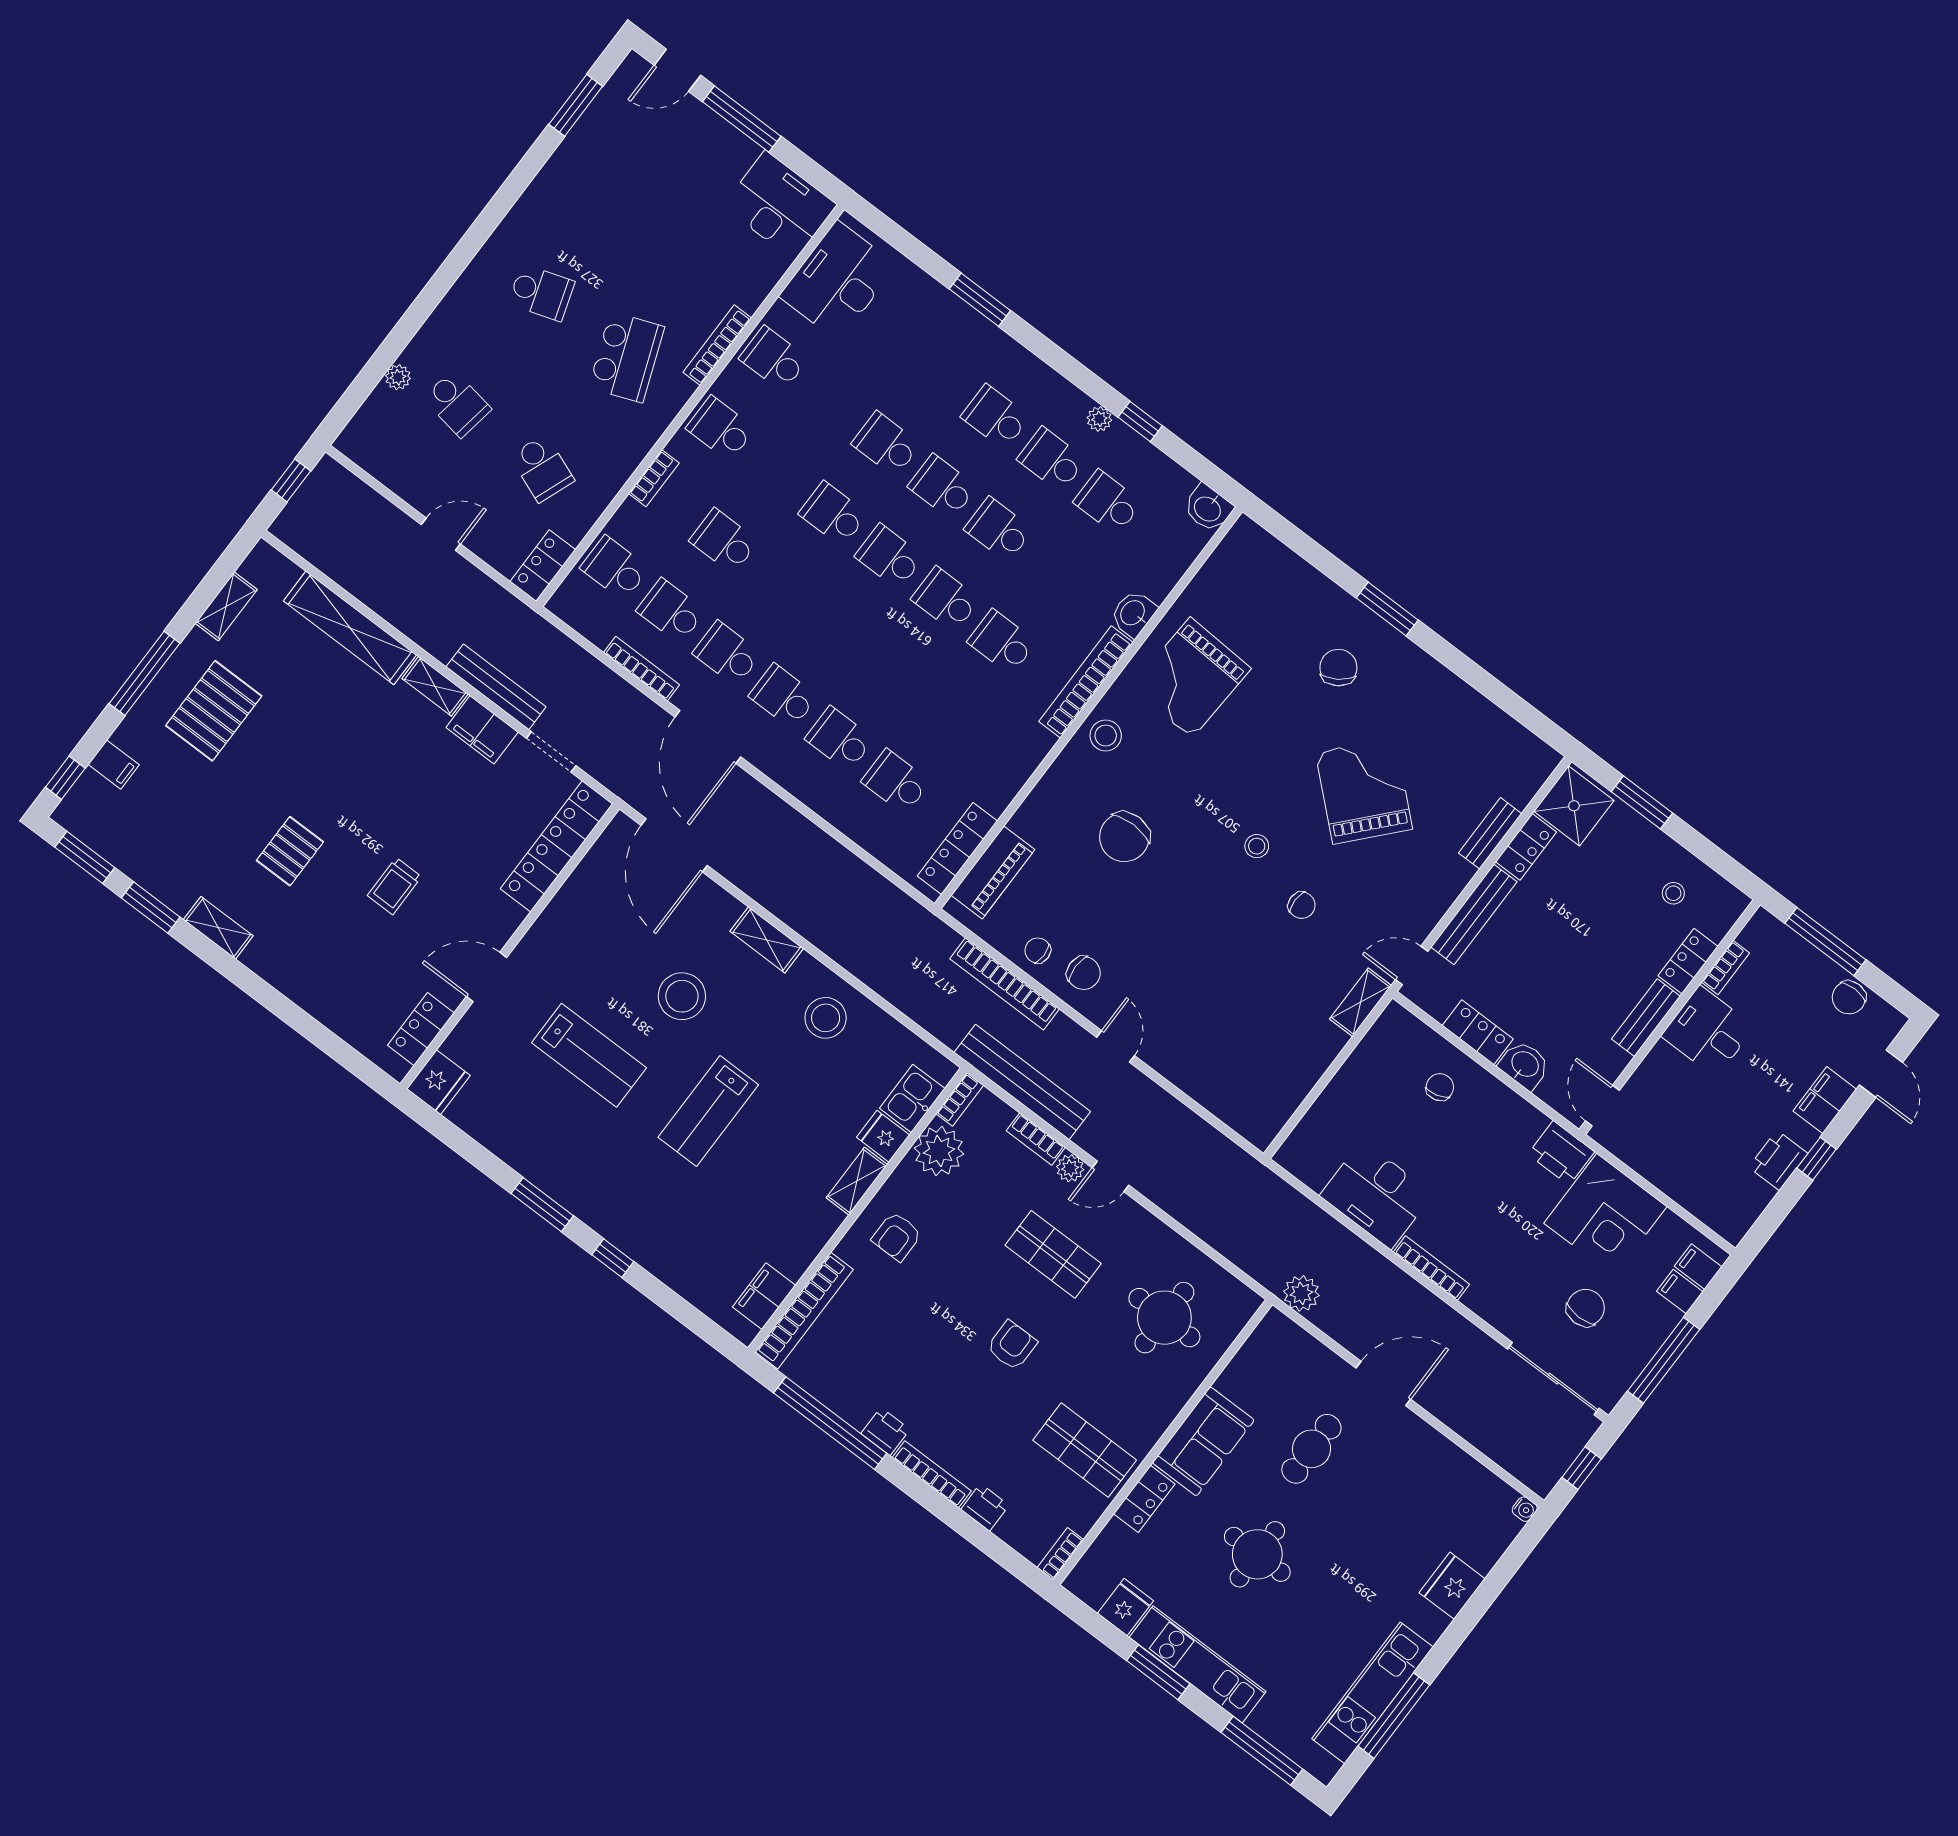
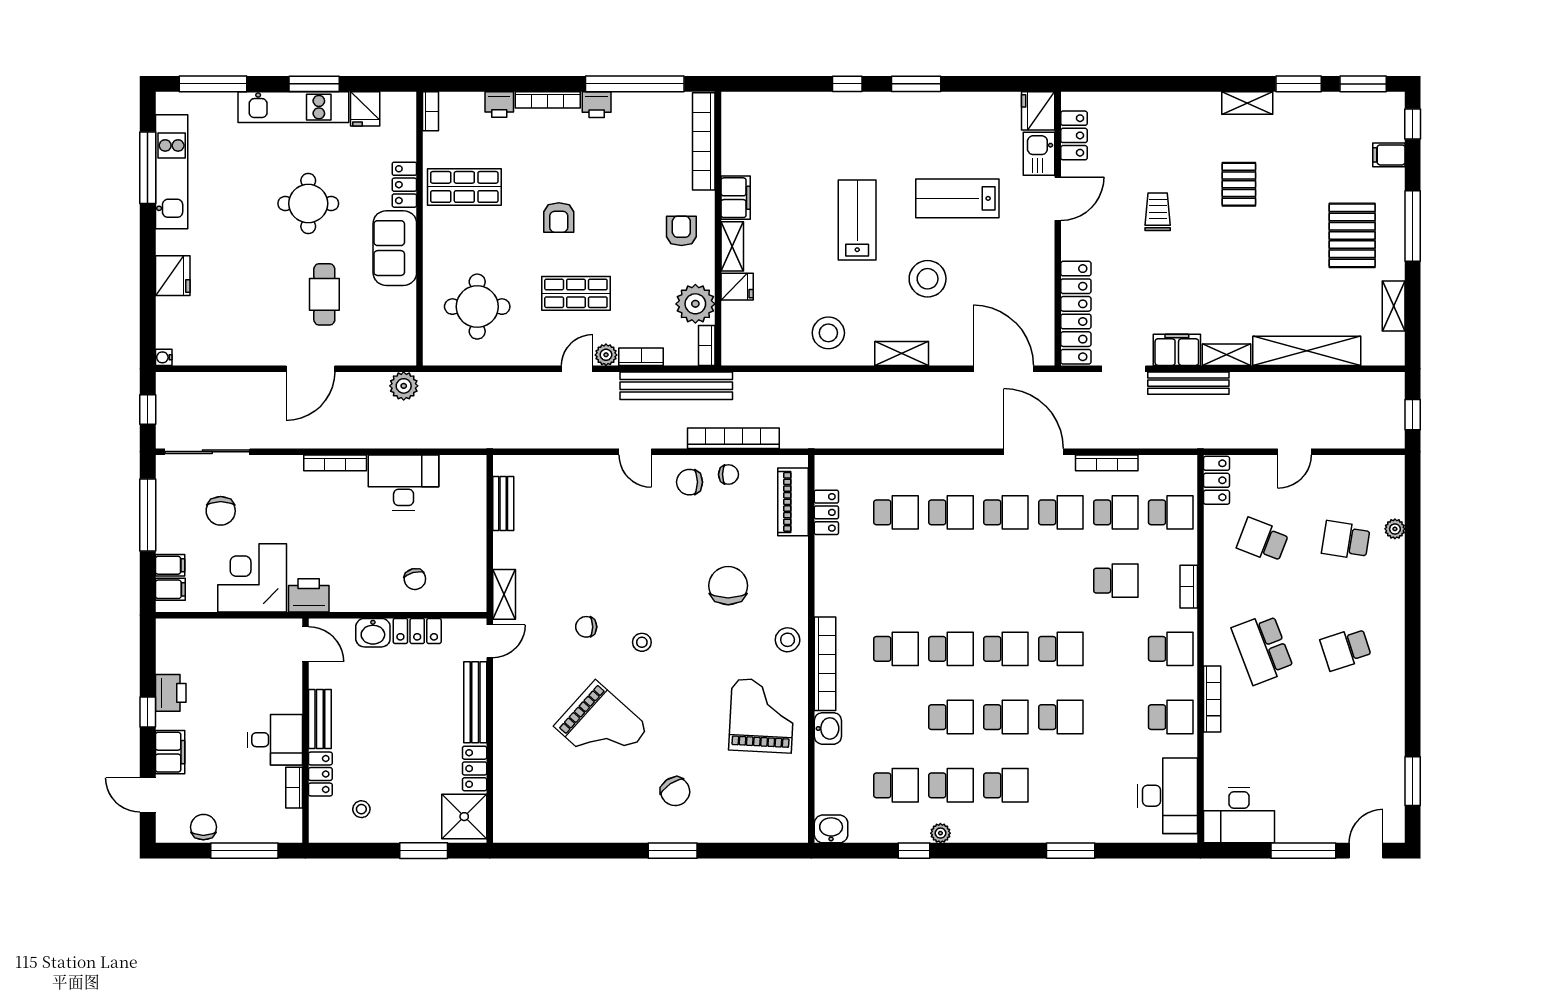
bench: (1490, 833) -> (503, 503), moved
locker: (957, 848) -> (826, 512), width x0.66
kitchen sink: (912, 1098) -> (1039, 154), moved, turned 180
filing cabinet: (764, 1296) -> (736, 198), moved

